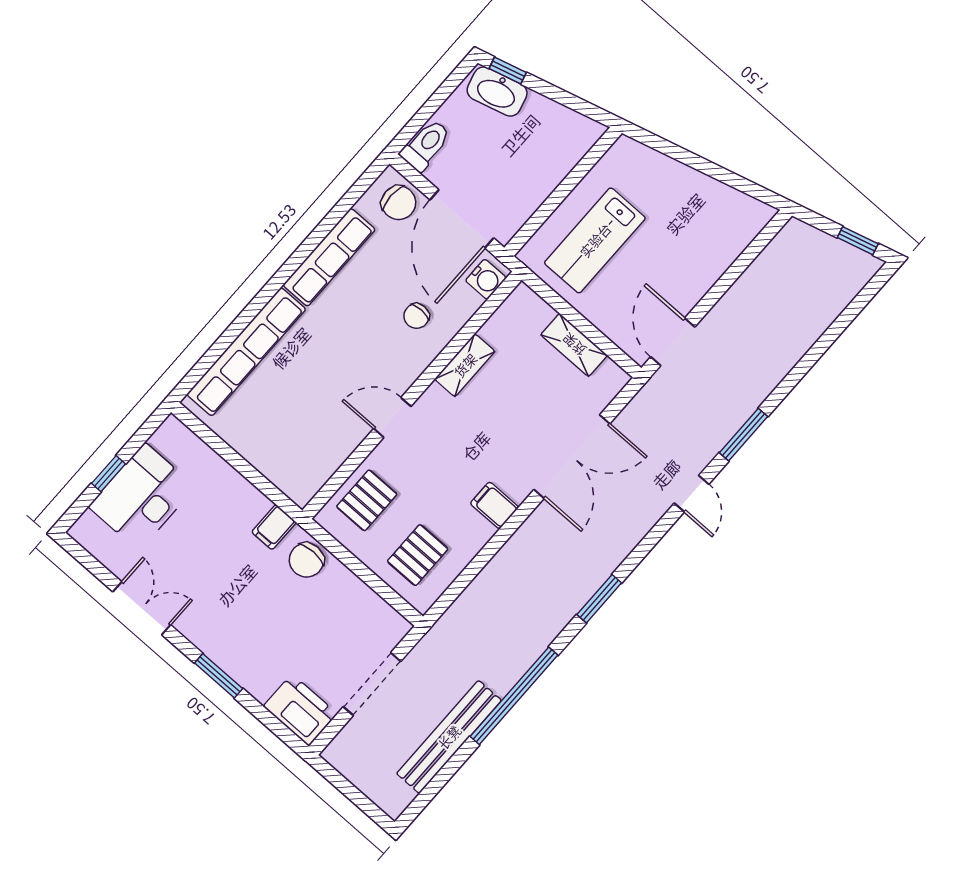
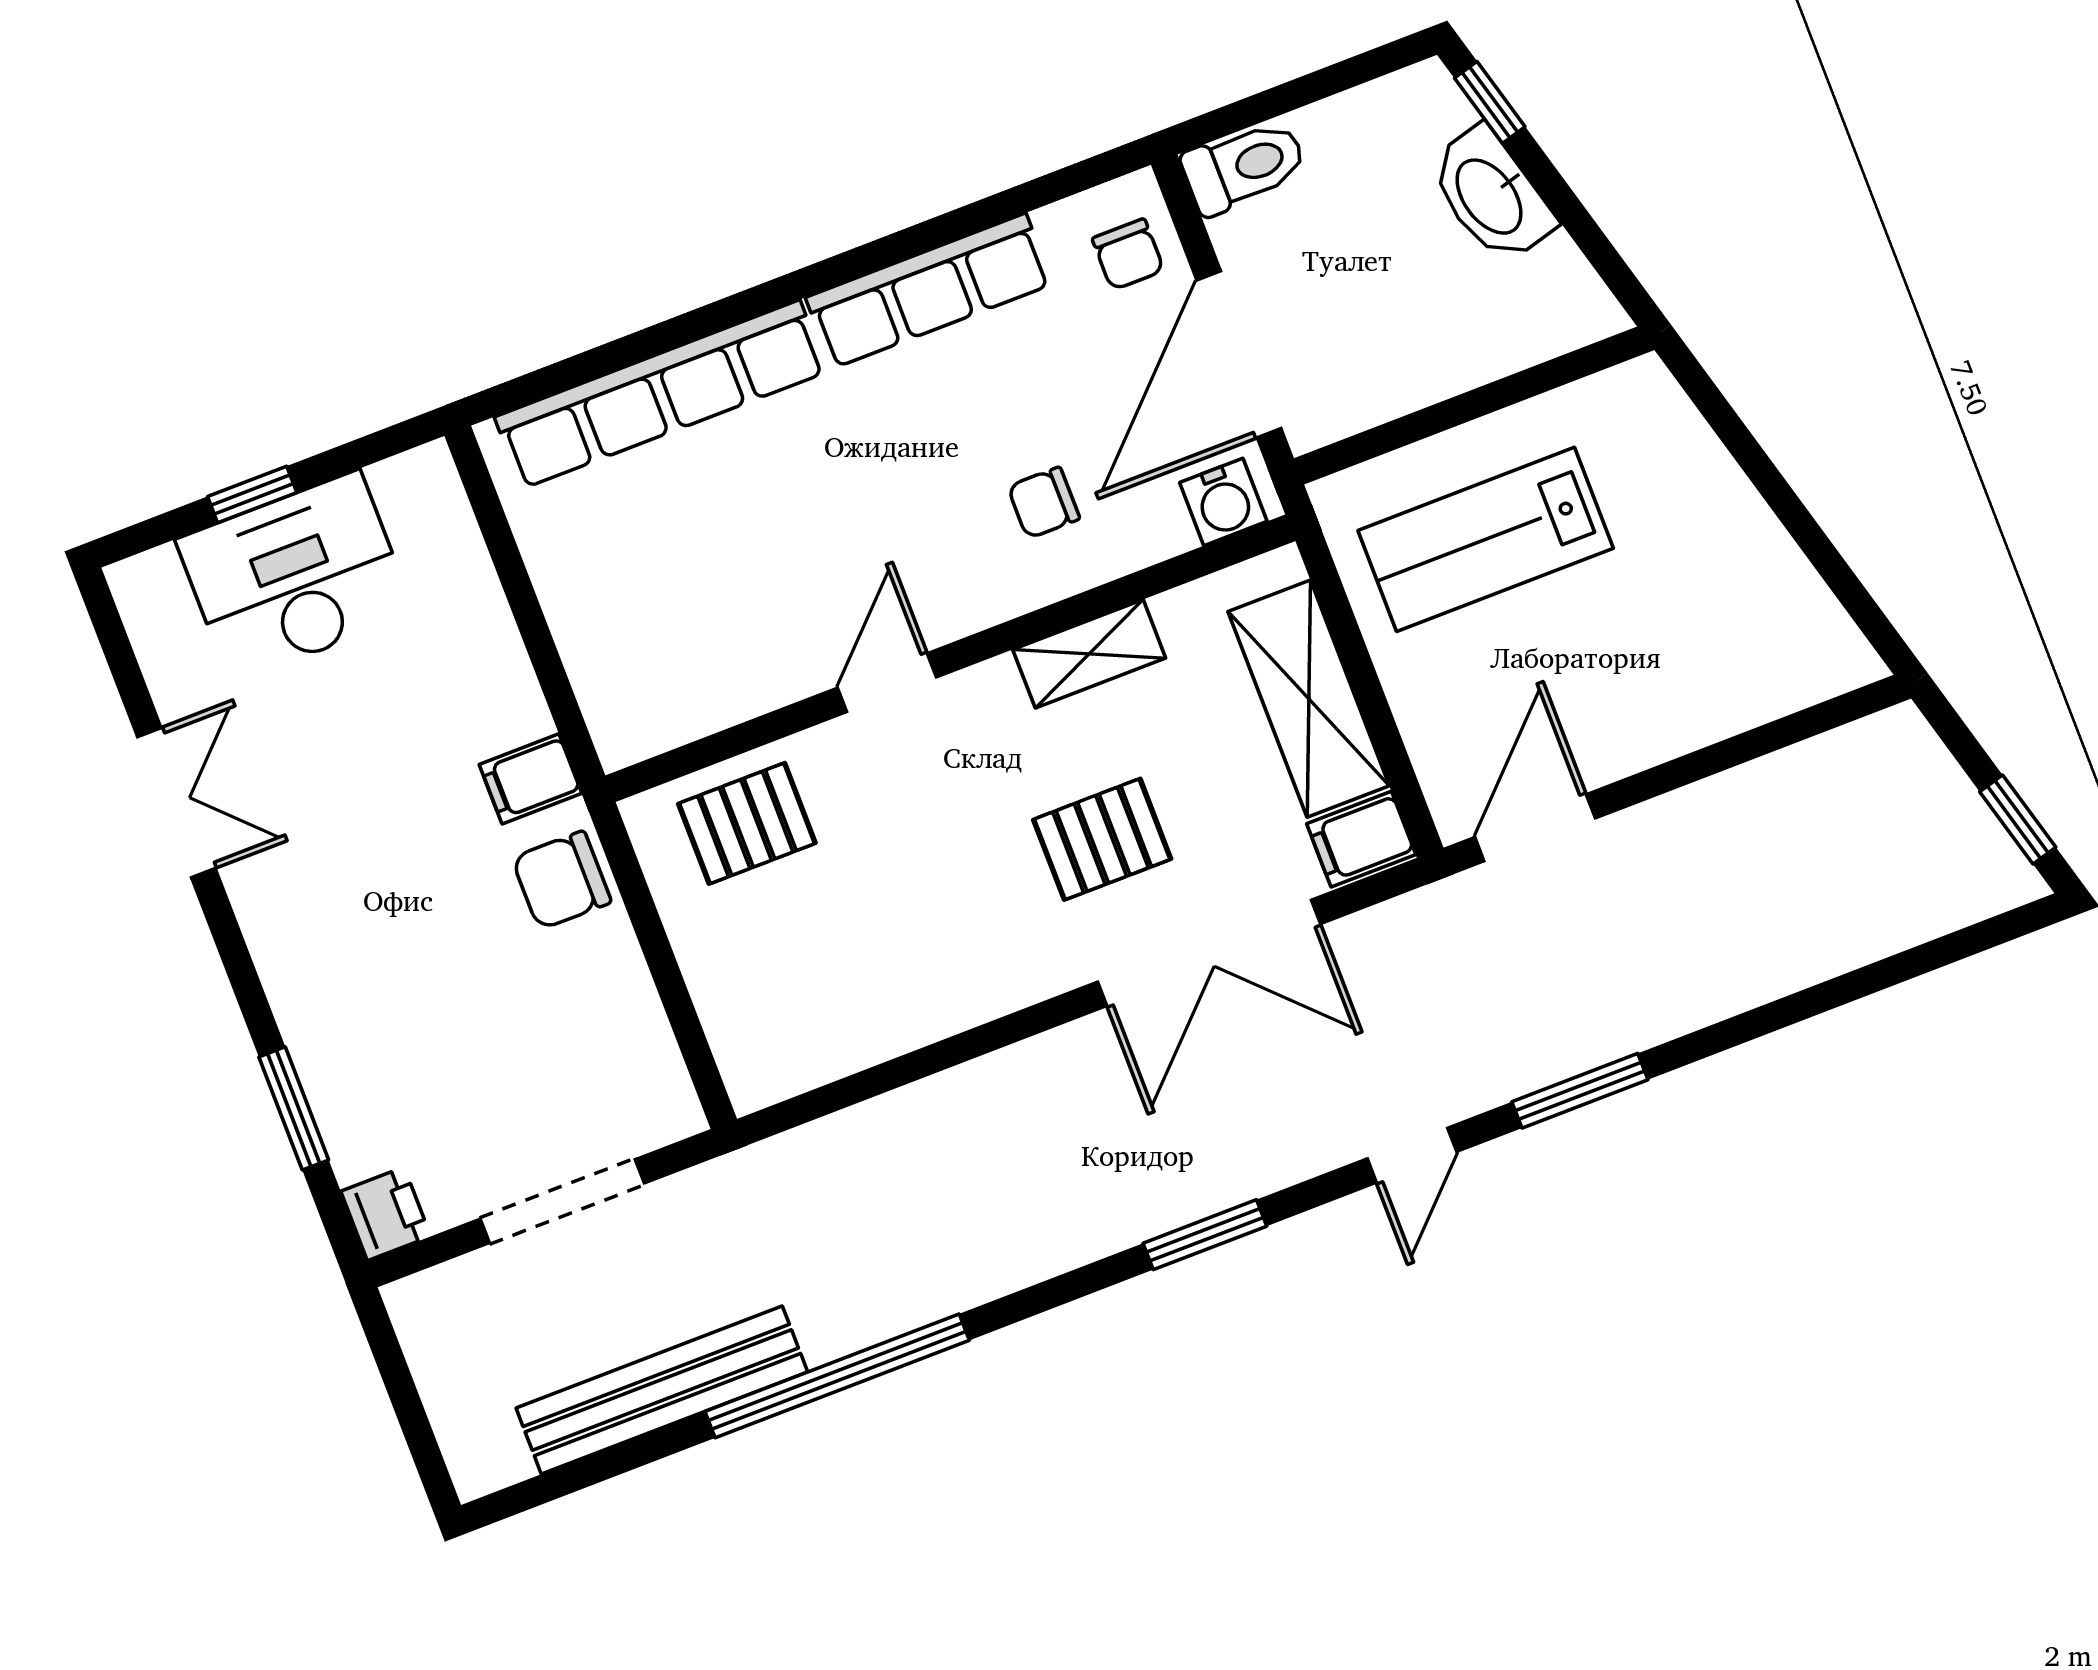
washbasin: (497, 92) -> (1491, 195), moved
chair: (399, 203) -> (1128, 254), width x0.73, depth x0.73
shelving: (574, 345) -> (1309, 699), width x1.50, depth x1.33
door: (392, 417) -> (887, 683), hinge flipped
filing cabinet: (494, 505) -> (1361, 839), moved, turned -90
pallet: (418, 555) -> (1102, 839), moved
window: (599, 599) -> (1205, 1235), moved
window: (219, 676) -> (294, 1108), moved
printer: (300, 710) -> (386, 1214), width x0.53, depth x0.68

